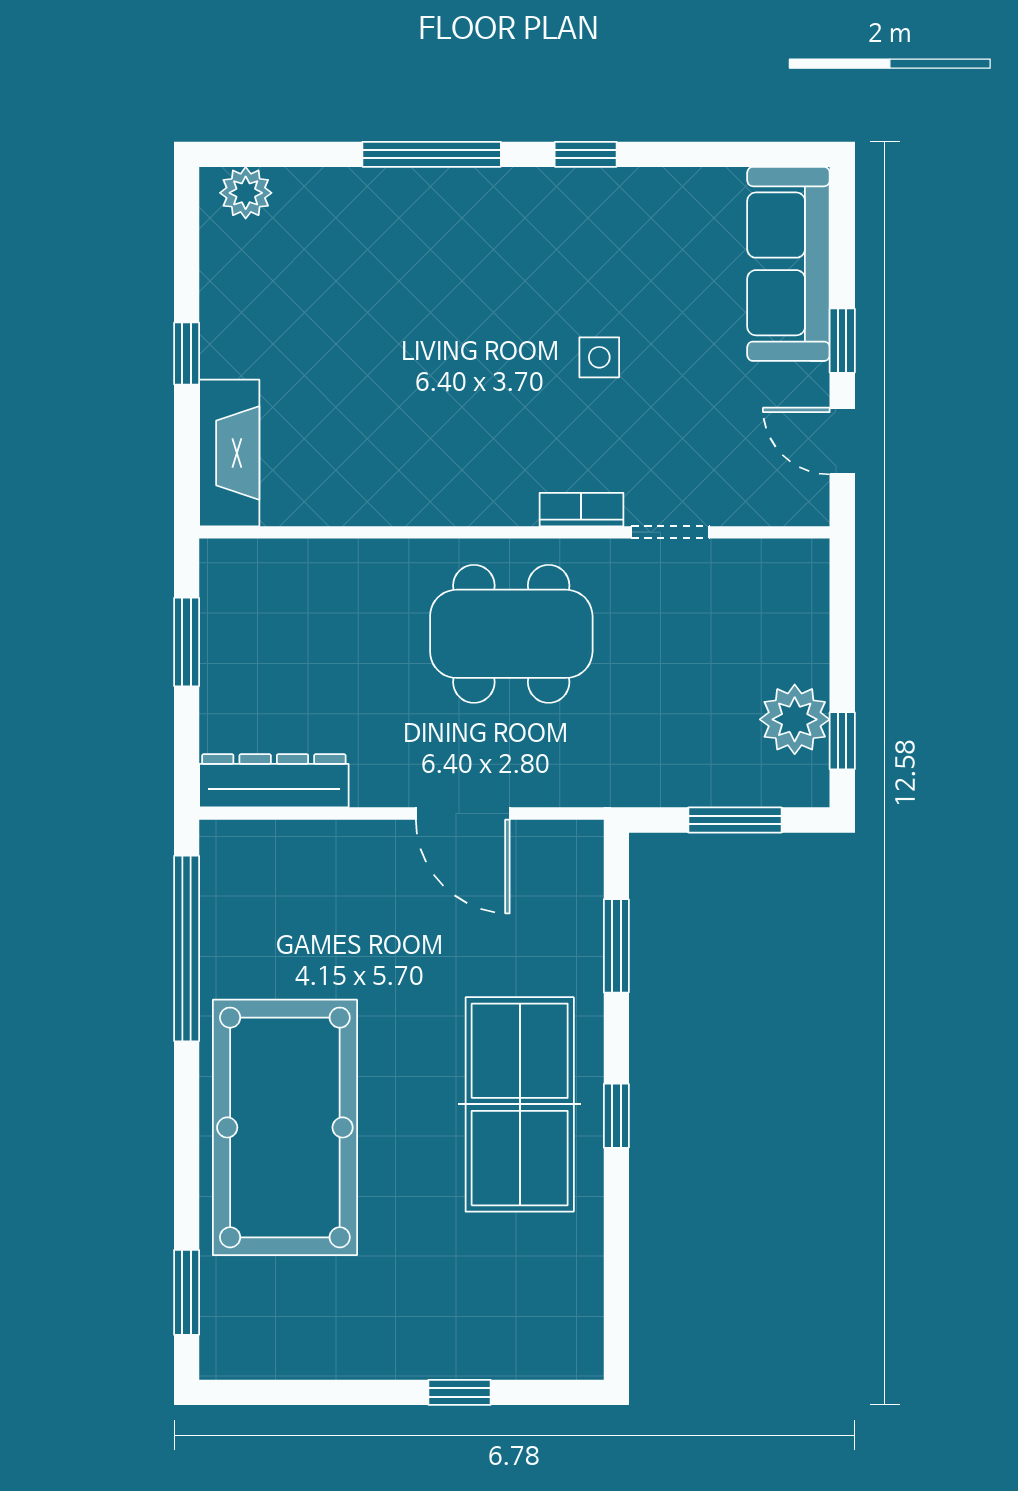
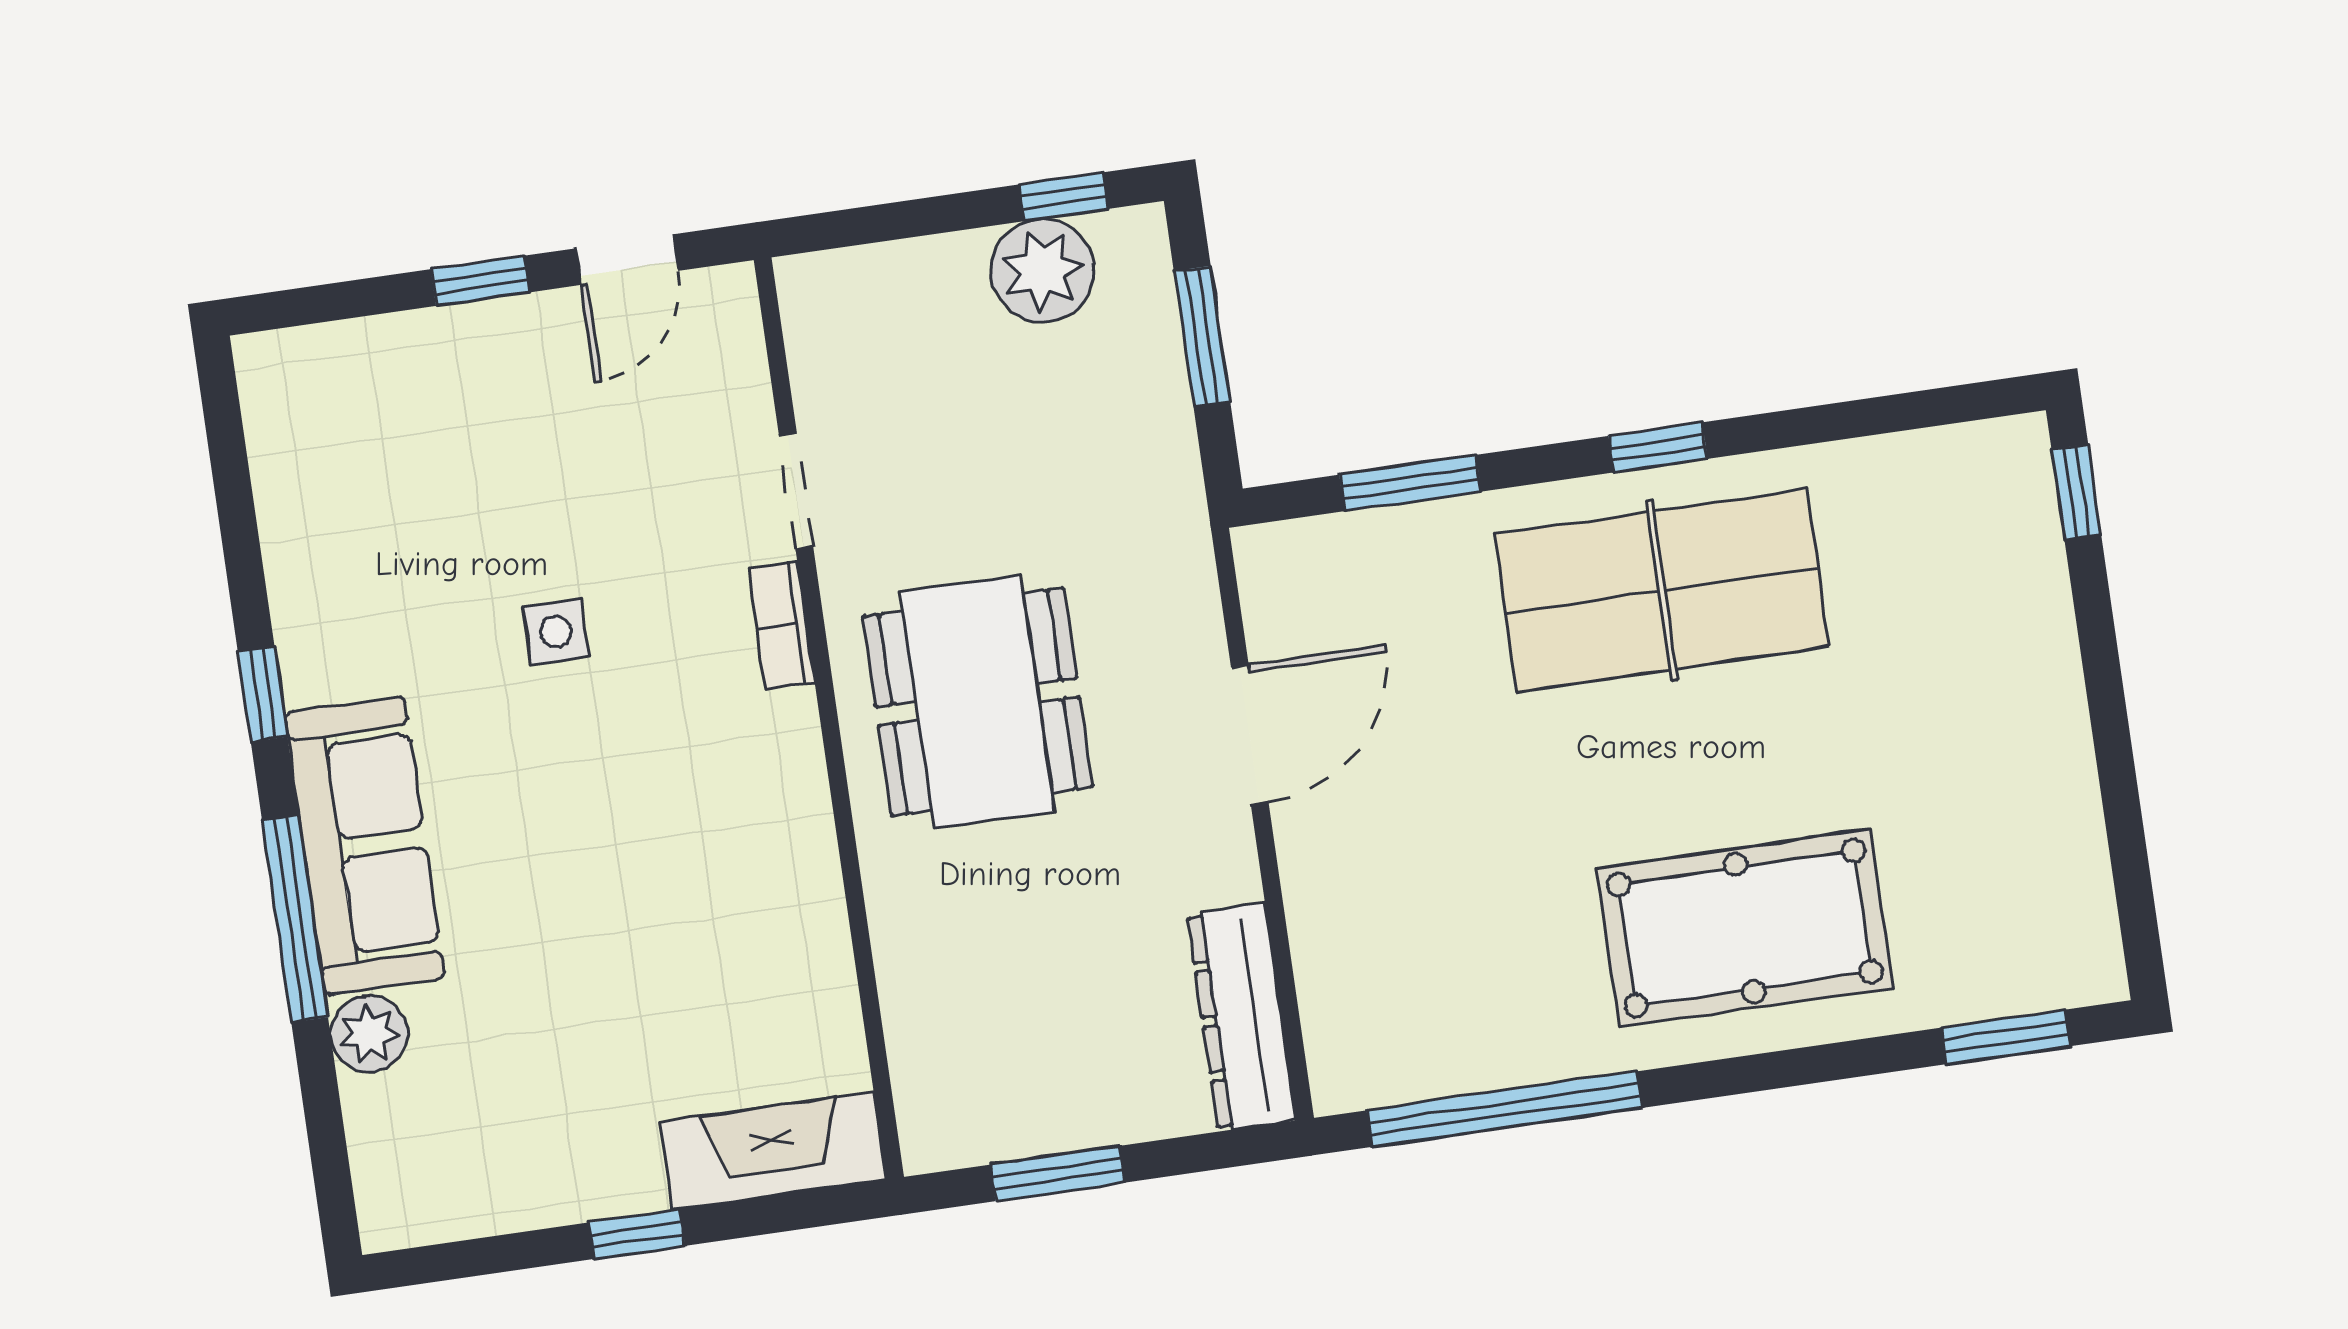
plant: (246, 193) -> (369, 1034), moved
sofa: (788, 264) -> (365, 846), moved, turned -90
pool table: (285, 1127) -> (1745, 928), width x0.73, depth x0.76
window: (460, 1392) -> (2076, 492), moved

